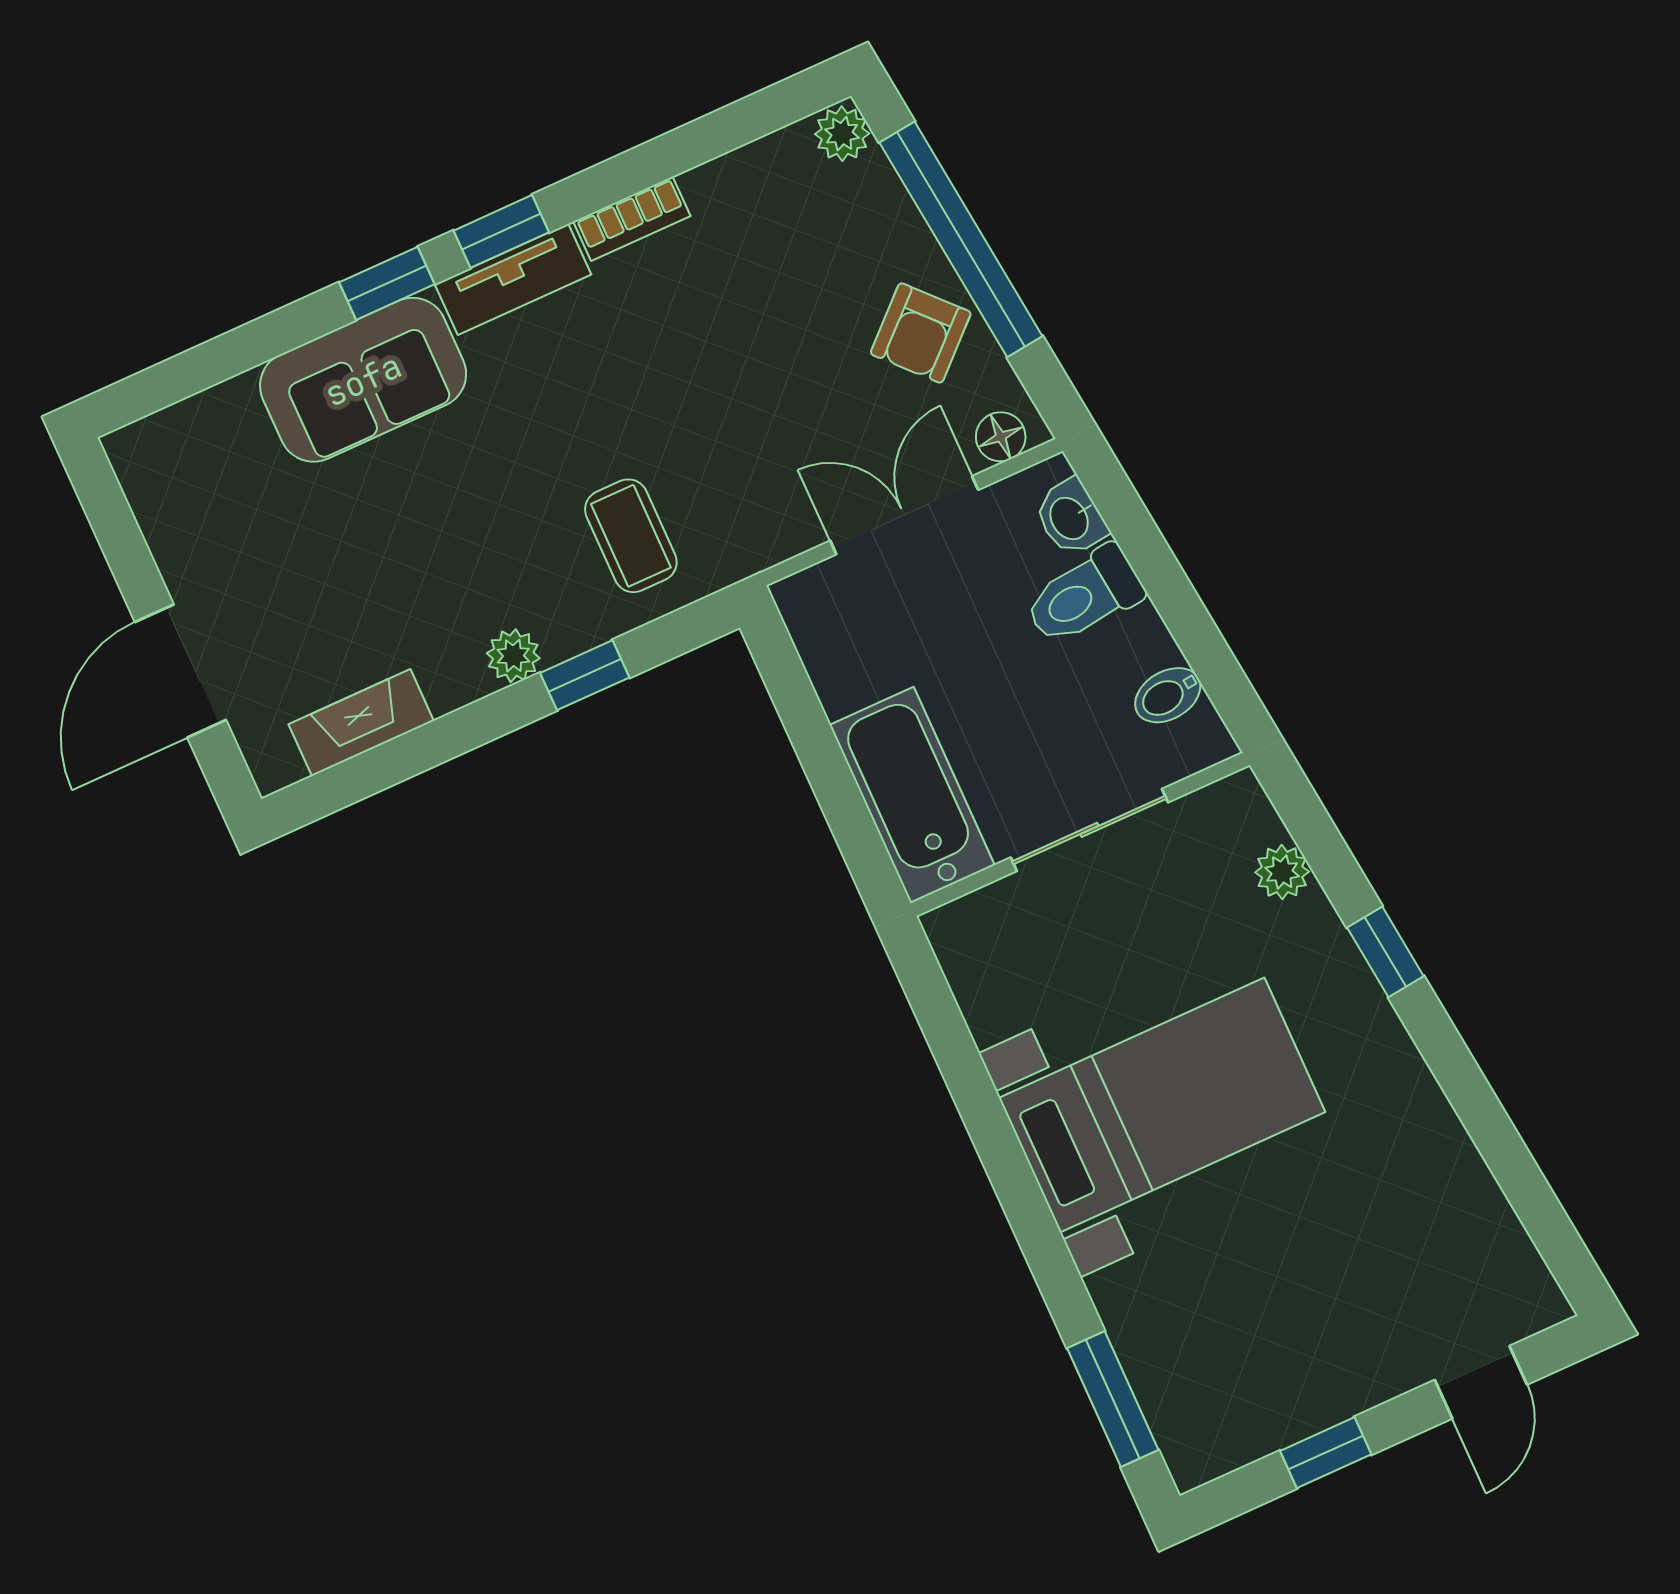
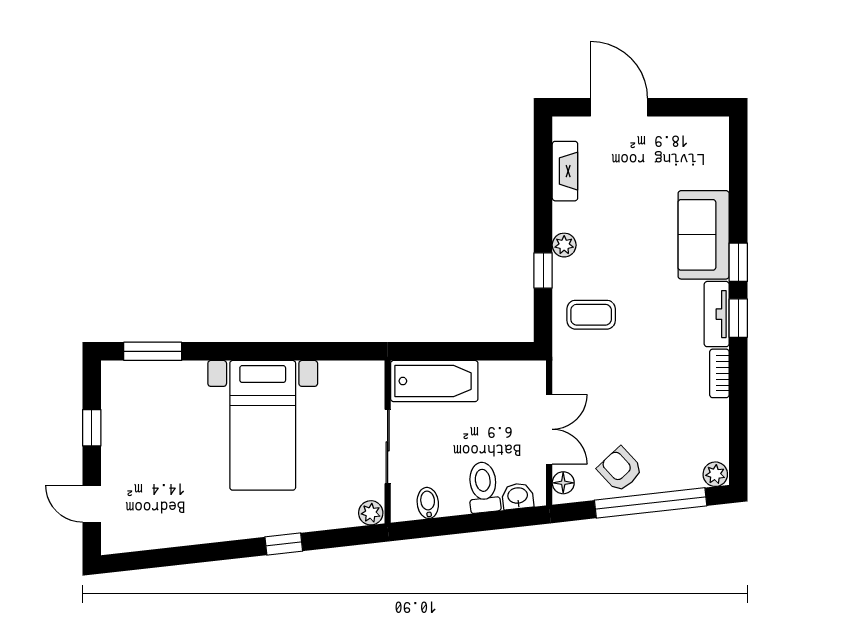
plant: (1282, 872) -> (371, 513), moved

